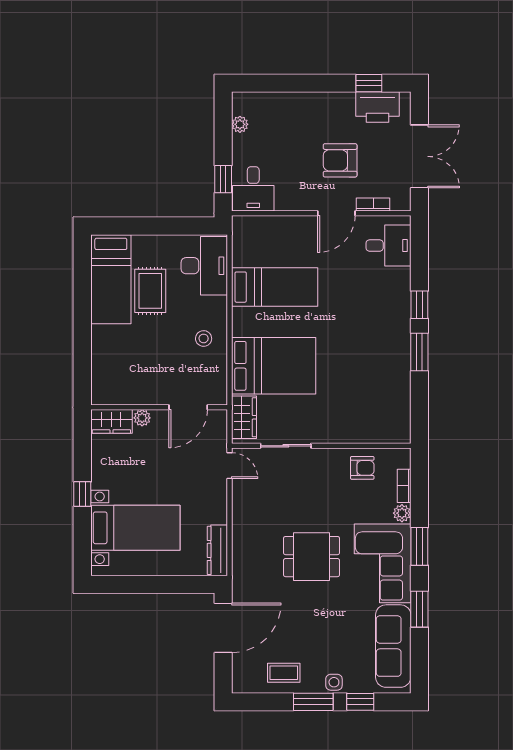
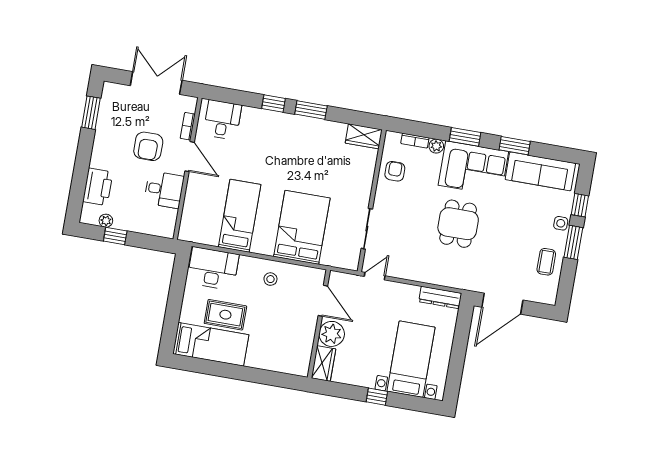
window: (369, 83) -> (91, 113), width x1.50
printer: (378, 107) -> (98, 187), moved
window: (223, 179) -> (115, 236), moved
desk: (253, 189) -> (164, 190), moved
wardrobe: (244, 417) -> (364, 136), moved, turned 180
plant: (142, 418) -> (332, 334), width x1.88, depth x1.88
door: (223, 628) -> (502, 304), swing flipped

